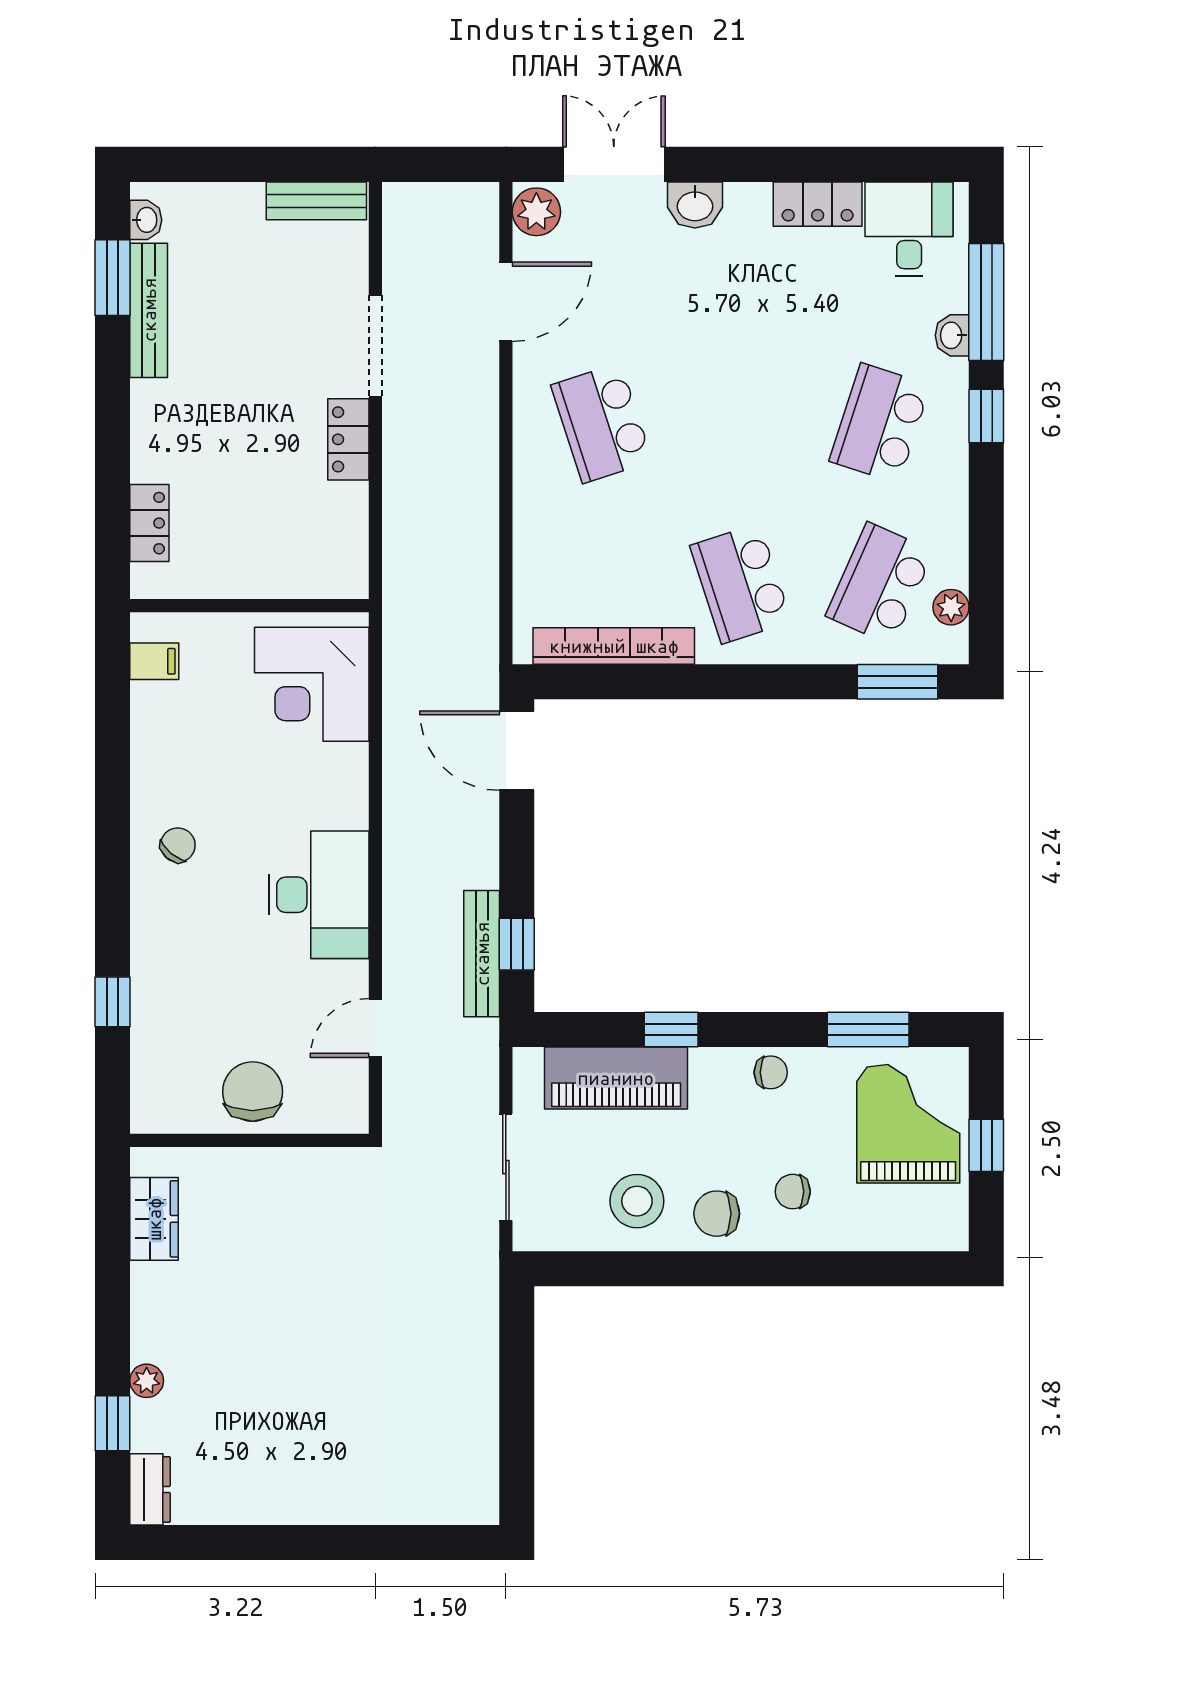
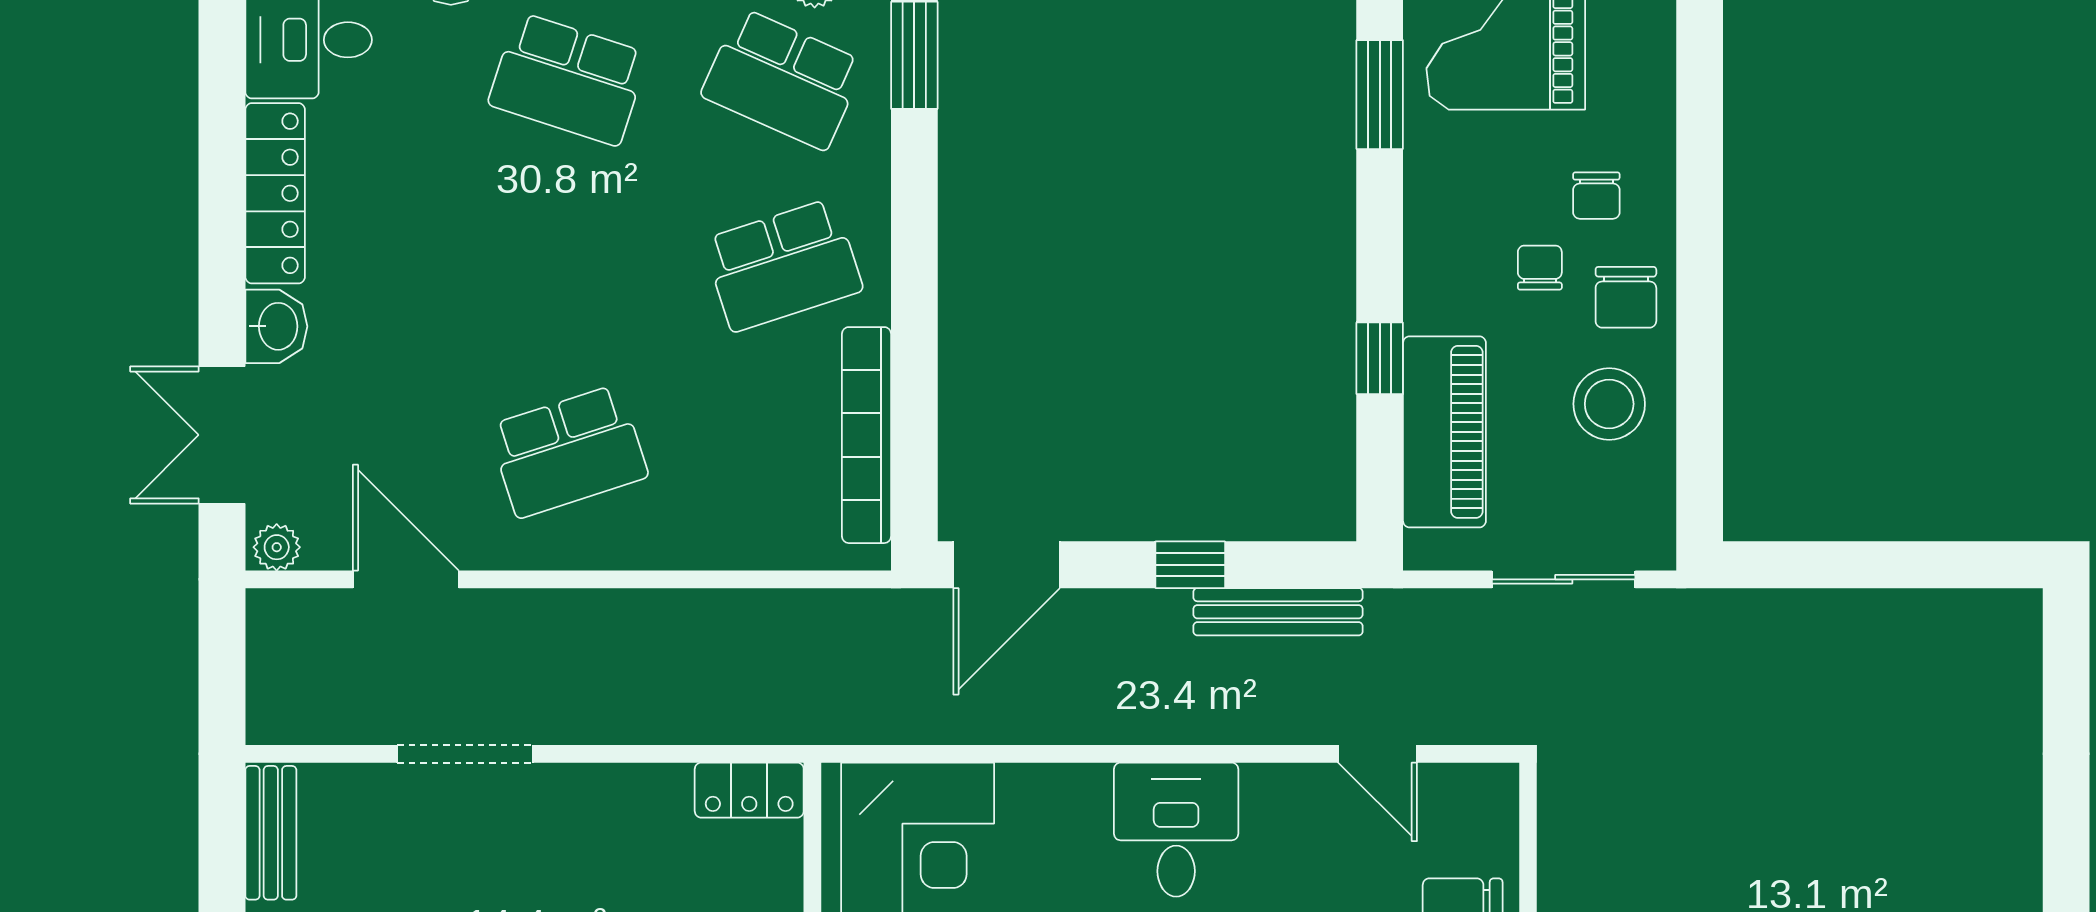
locker: (818, 204) -> (275, 193), width x1.53
plant: (536, 212) -> (277, 547), width x0.73, depth x0.73
locker: (348, 439) -> (749, 790), moved
desk: (319, 895) -> (1176, 830), width x0.73
window: (517, 944) -> (1190, 565), moved
chair: (771, 1072) -> (1540, 268), moved

